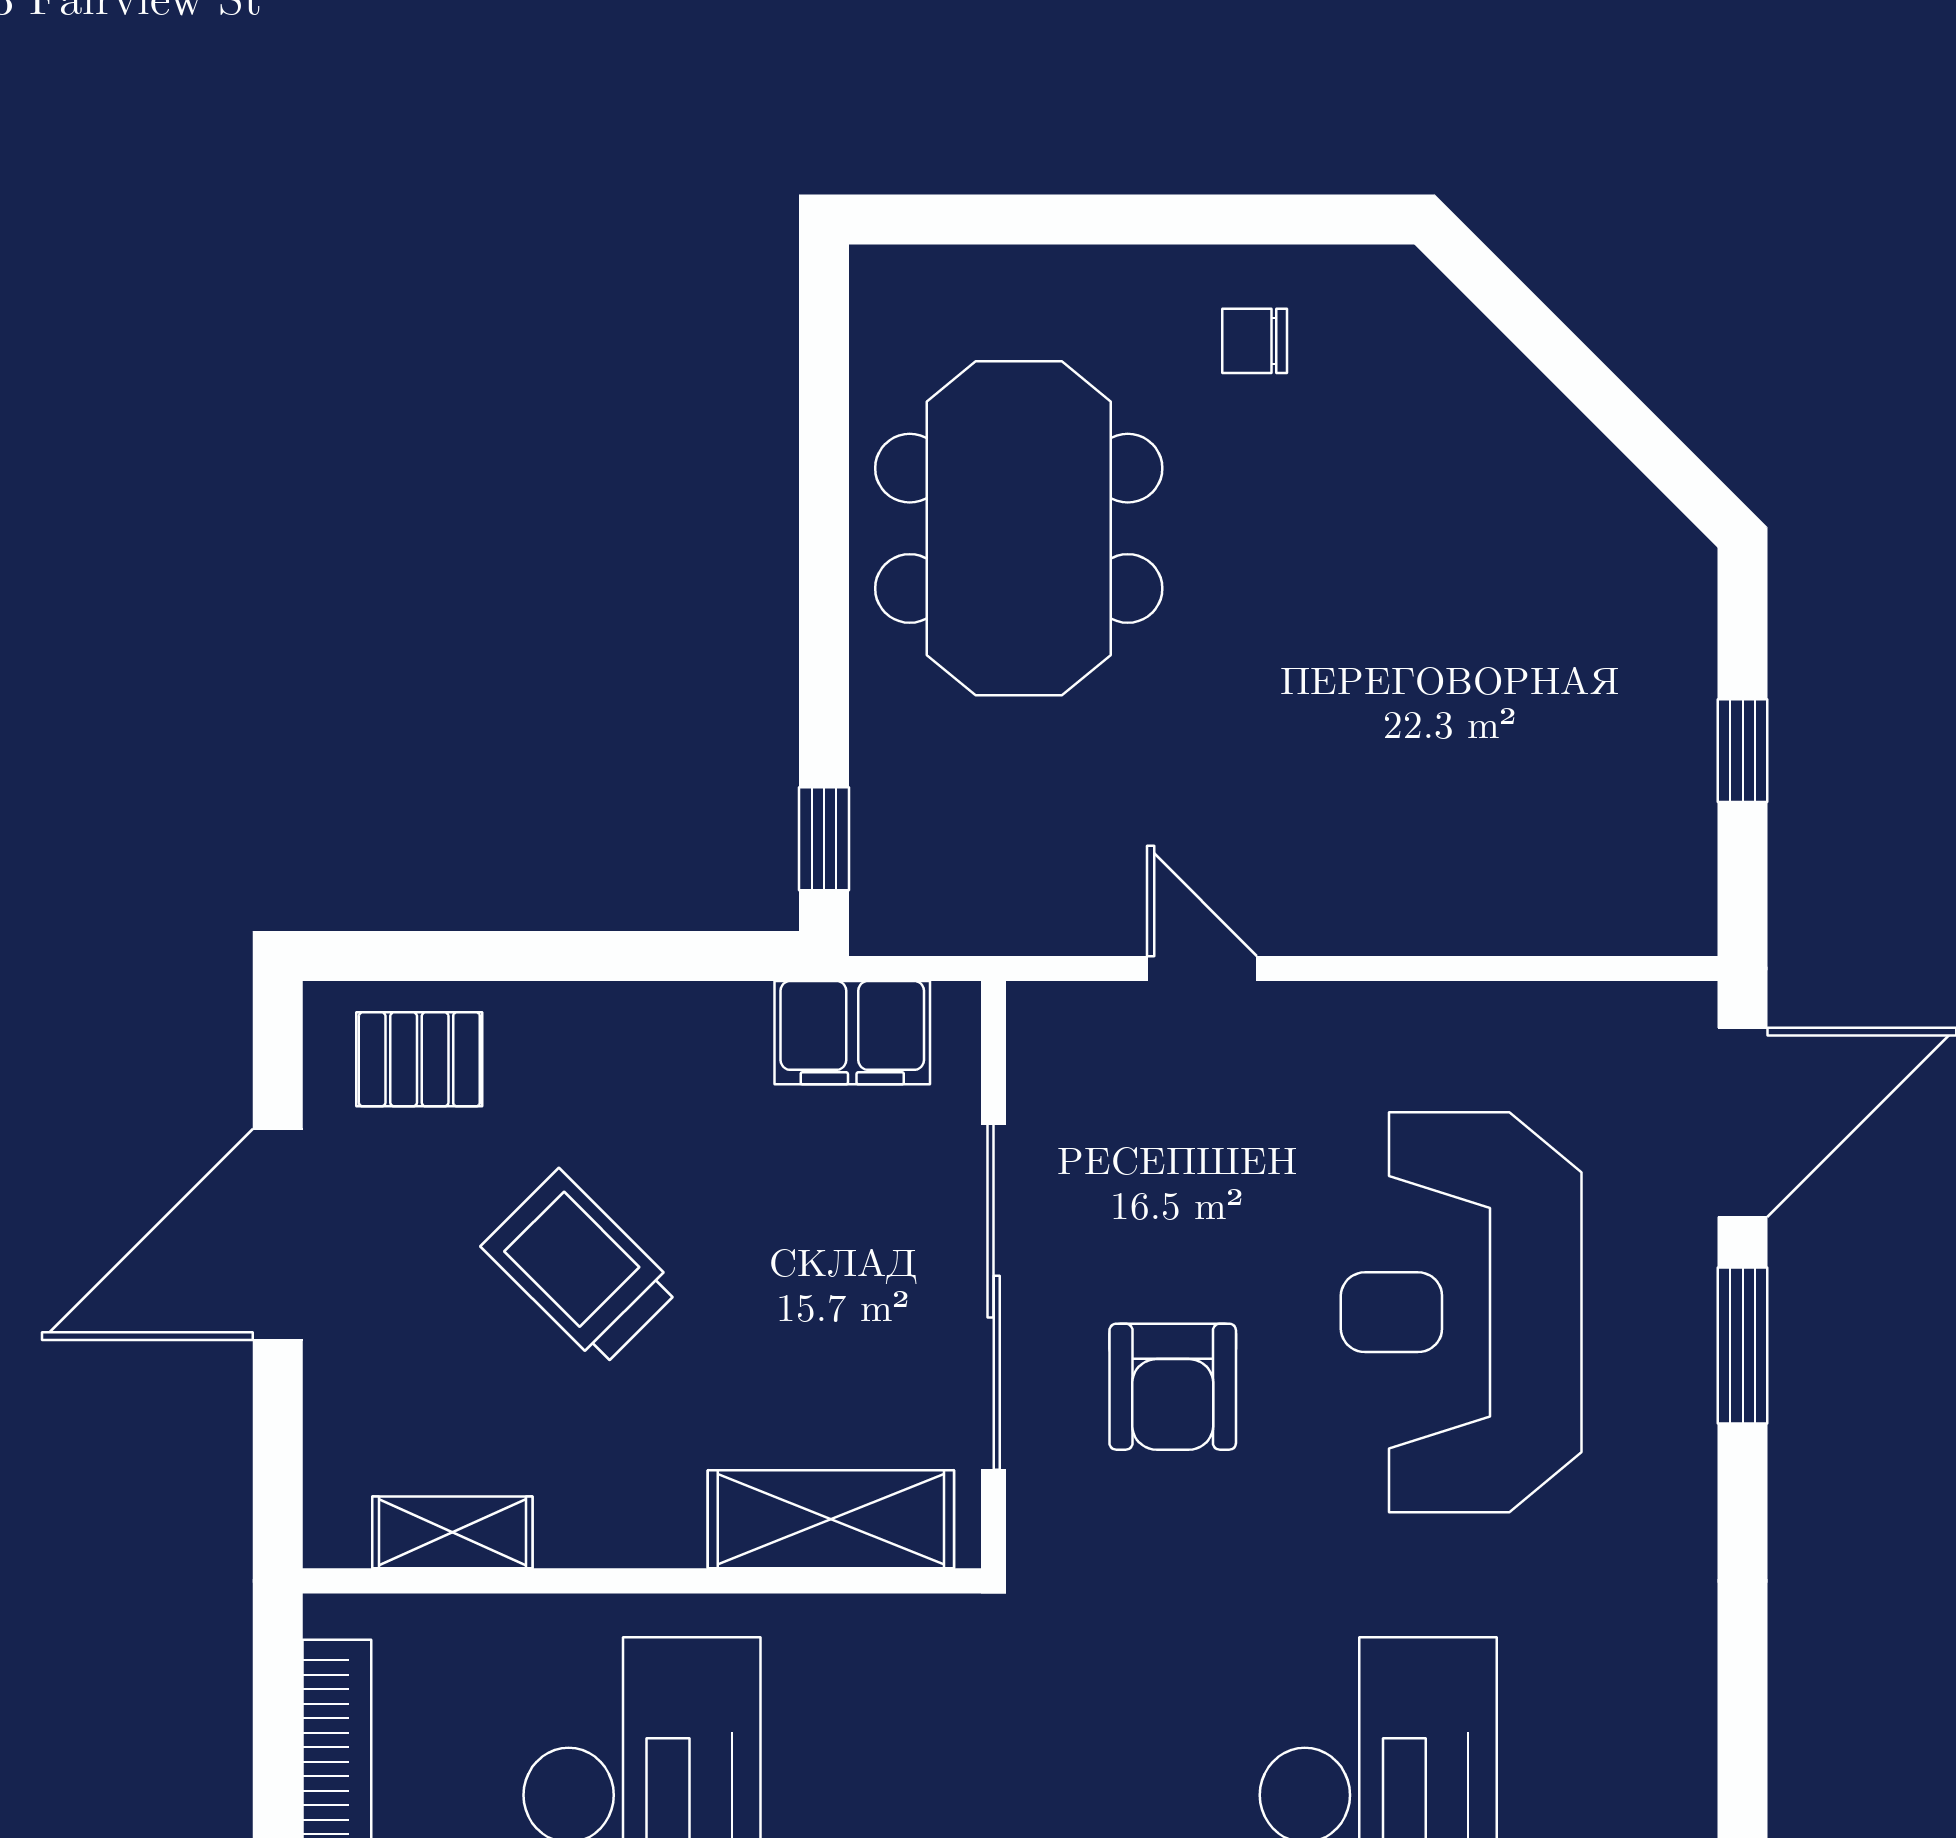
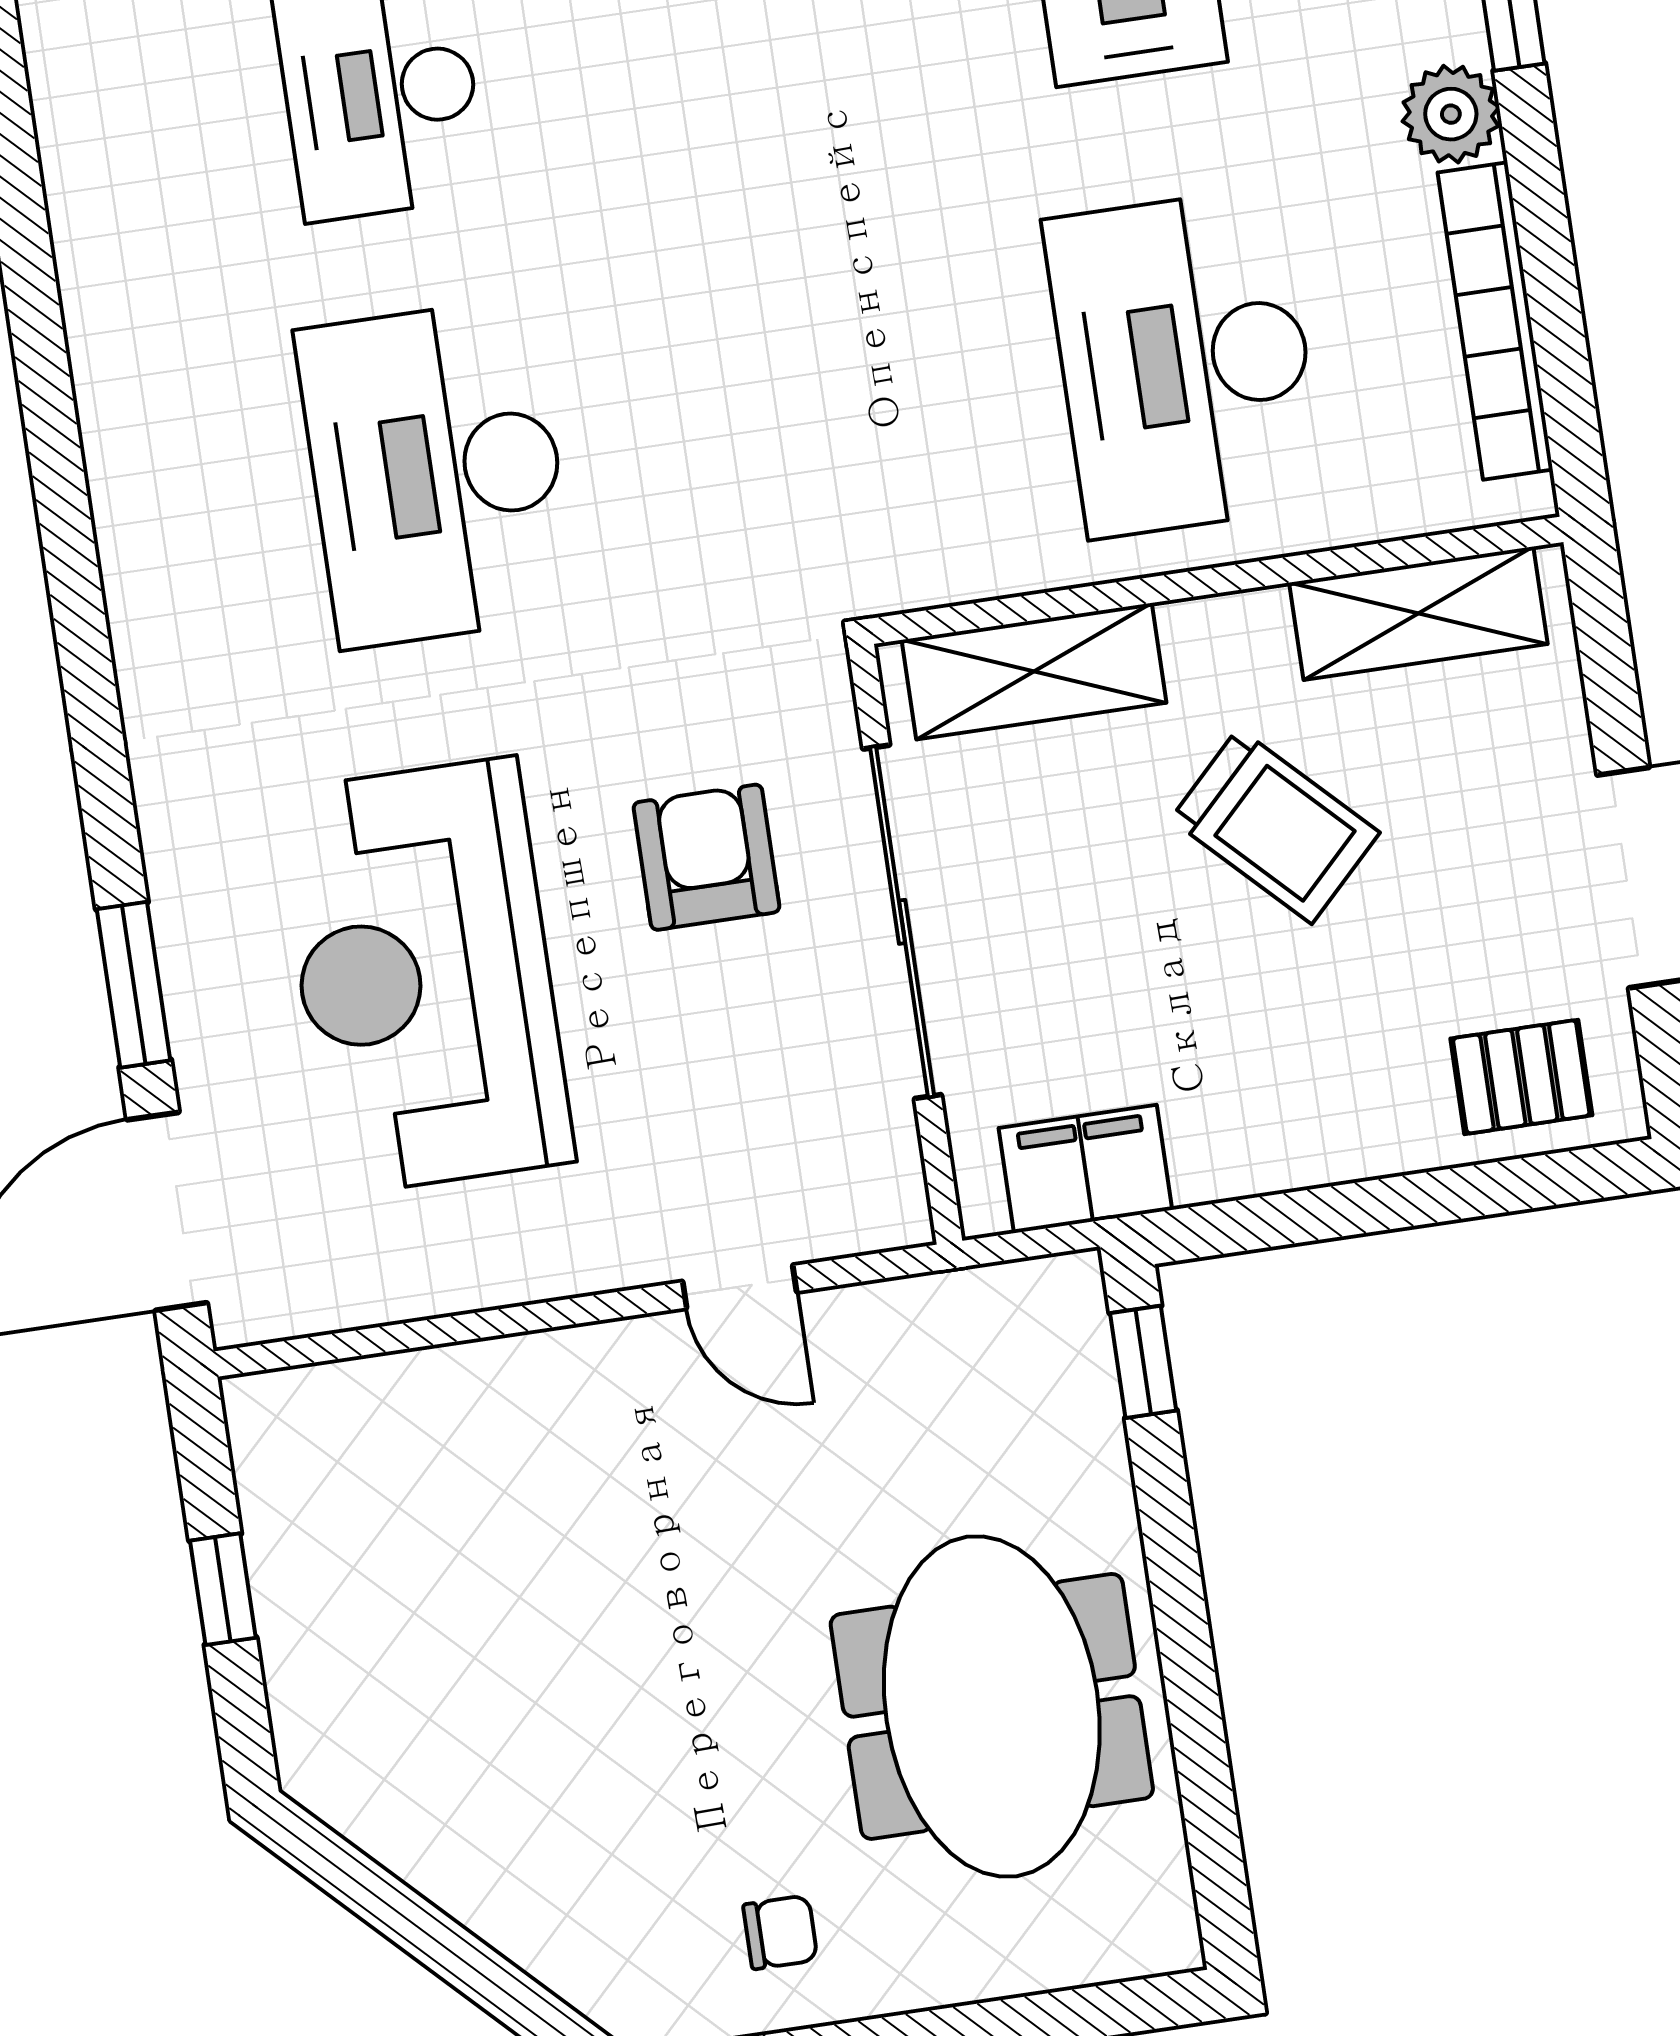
trolley: (580, 1268) -> (1275, 826), moved
reception desk: (1461, 1312) -> (425, 976), turned 180
shelving: (452, 1532) -> (1418, 613), width x1.50, depth x1.33

